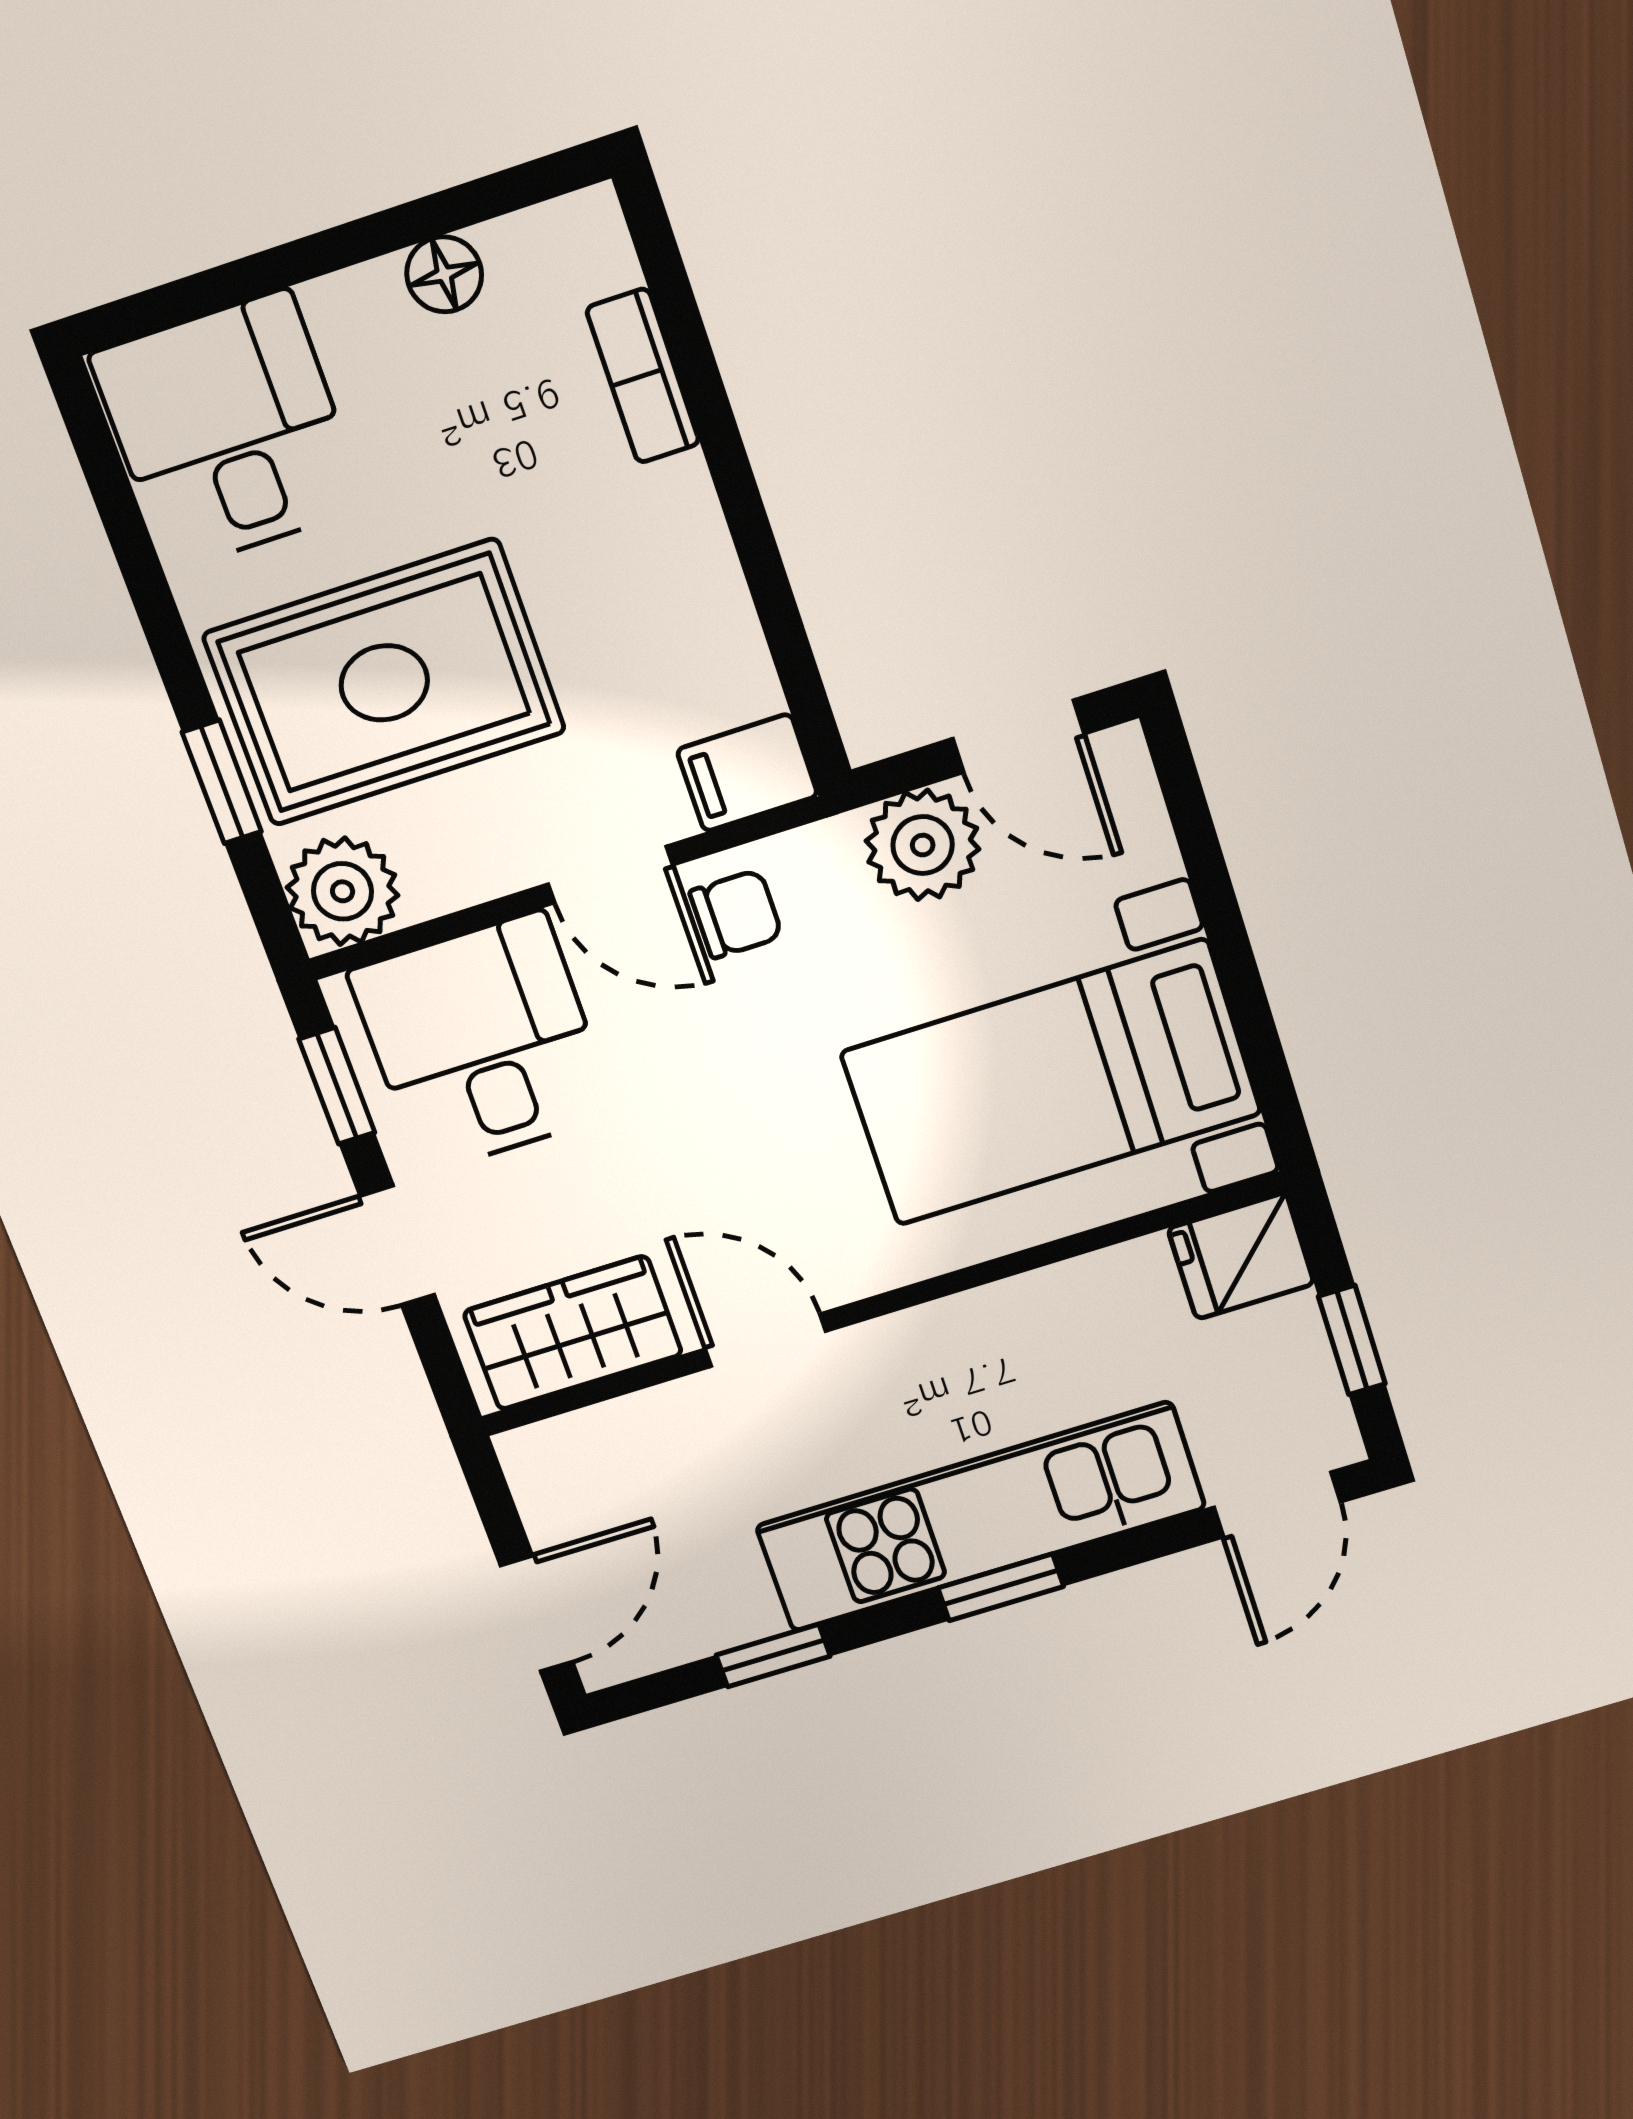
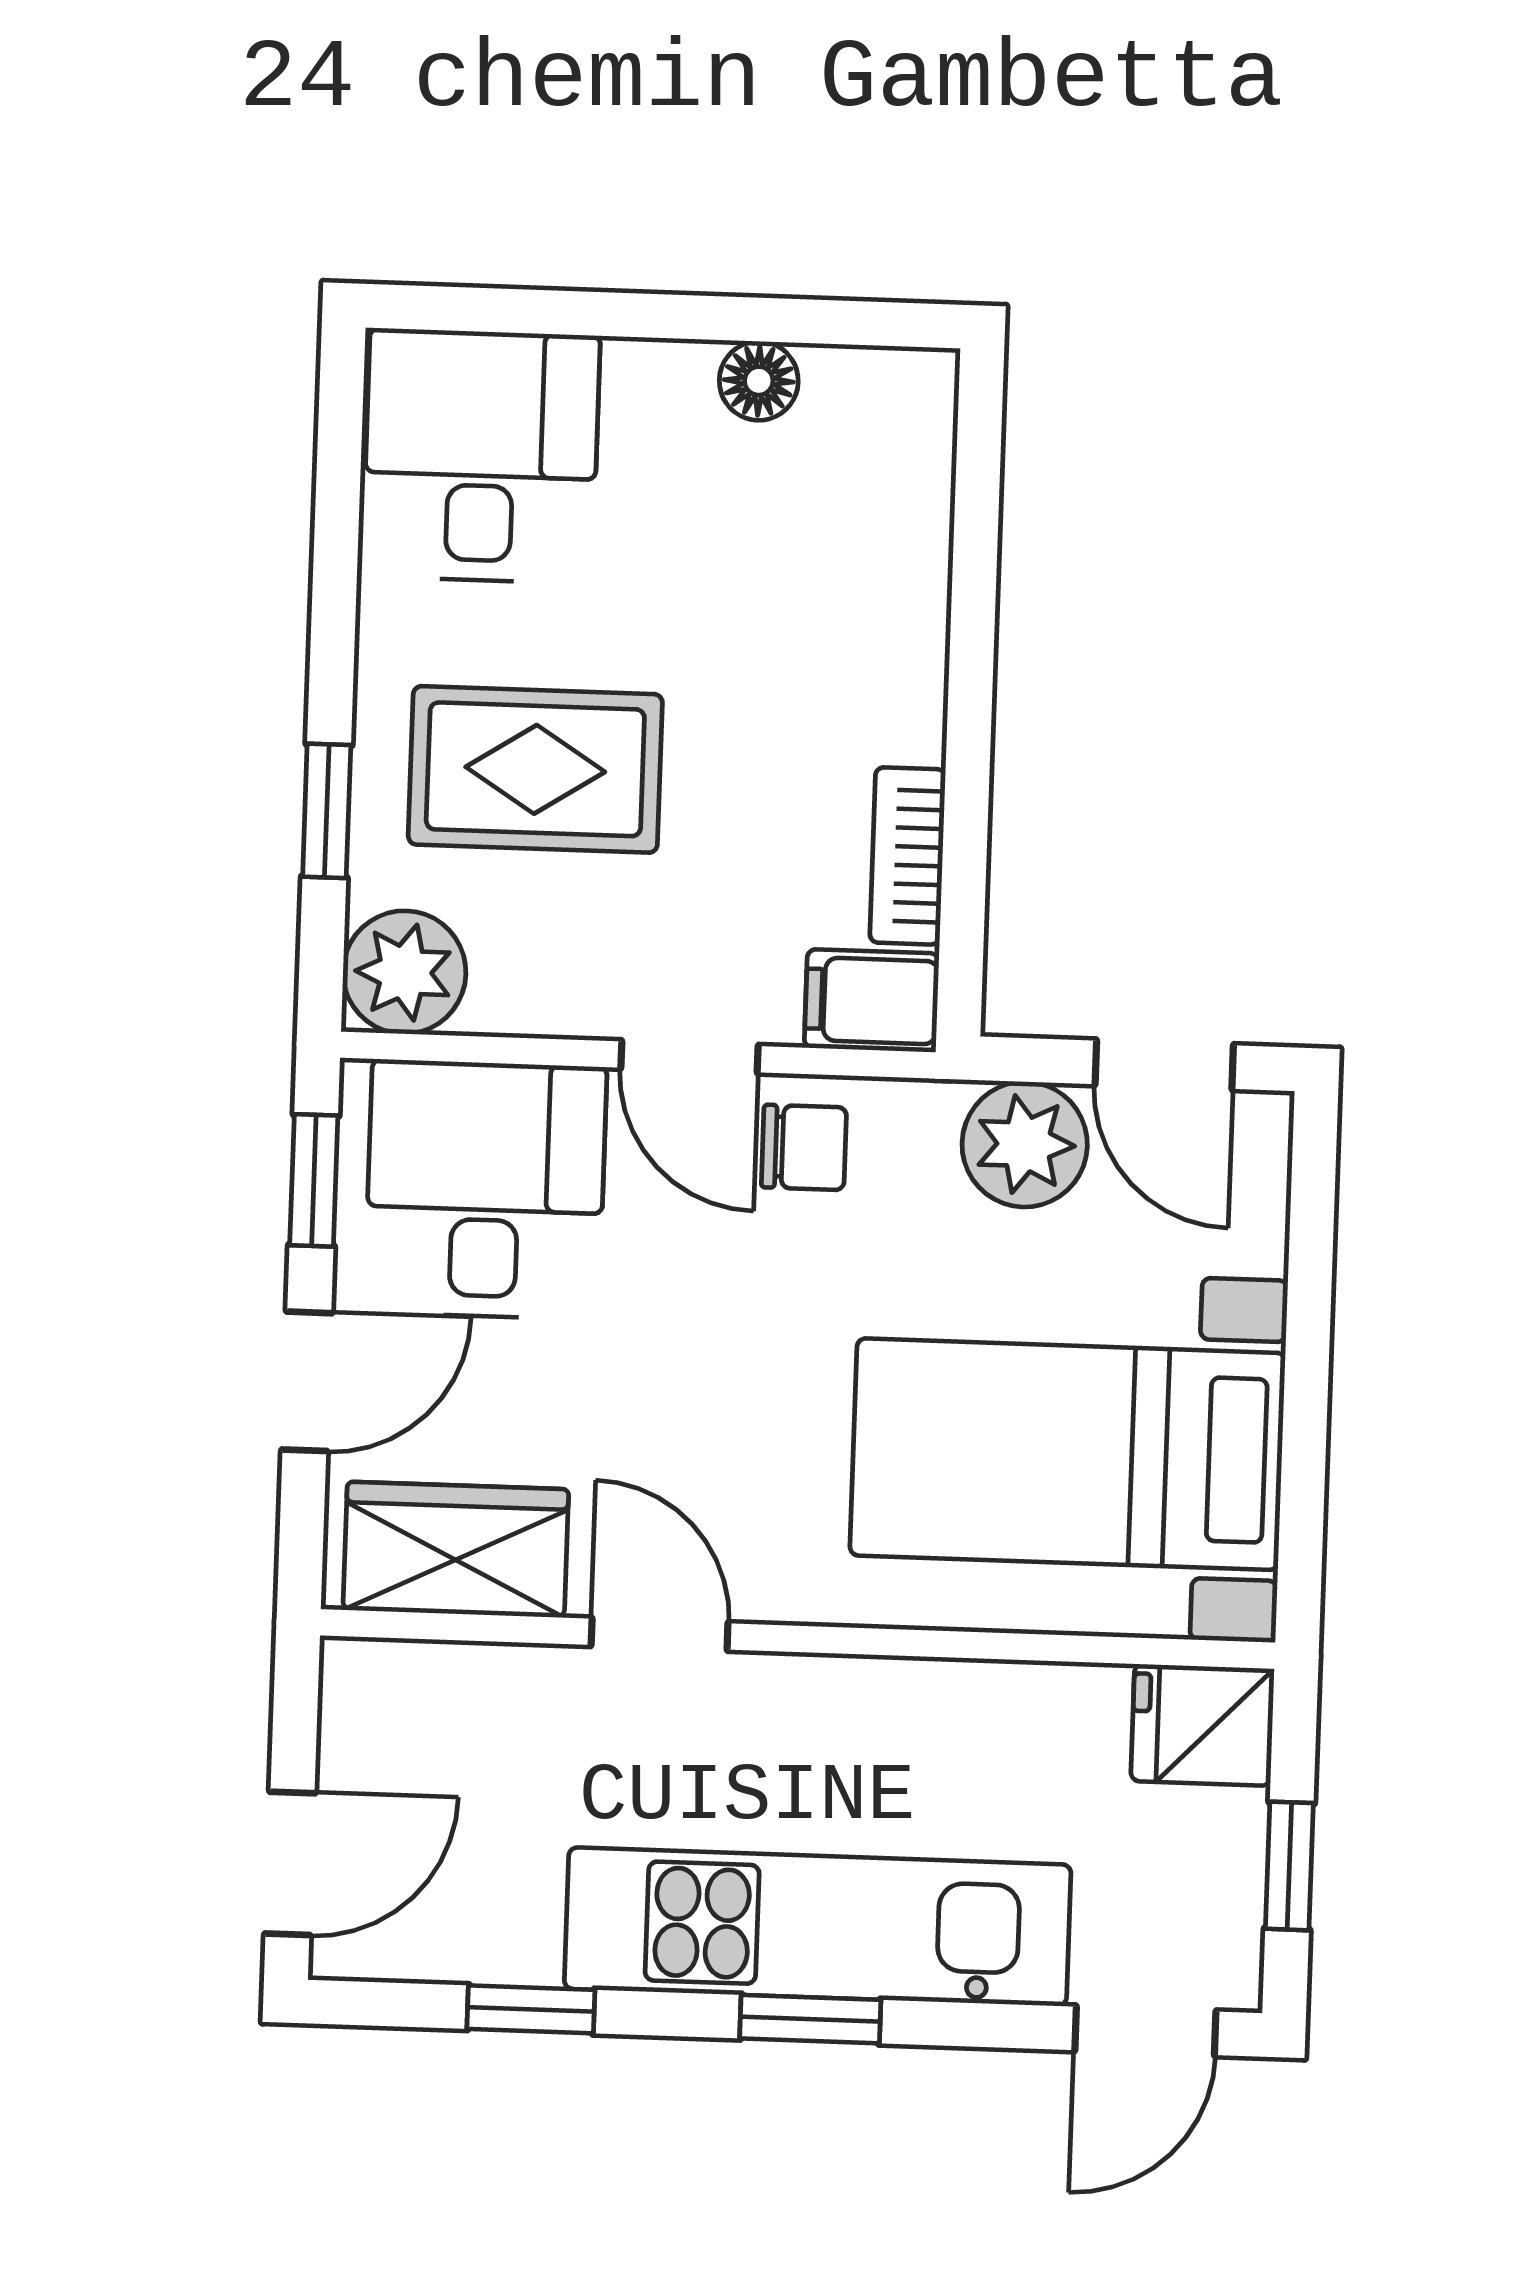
bookcase: (643, 376) -> (908, 856), moved
rug: (384, 683) -> (535, 769), width x0.73, depth x0.70
door: (397, 1246) -> (307, 1381), swing flipped

